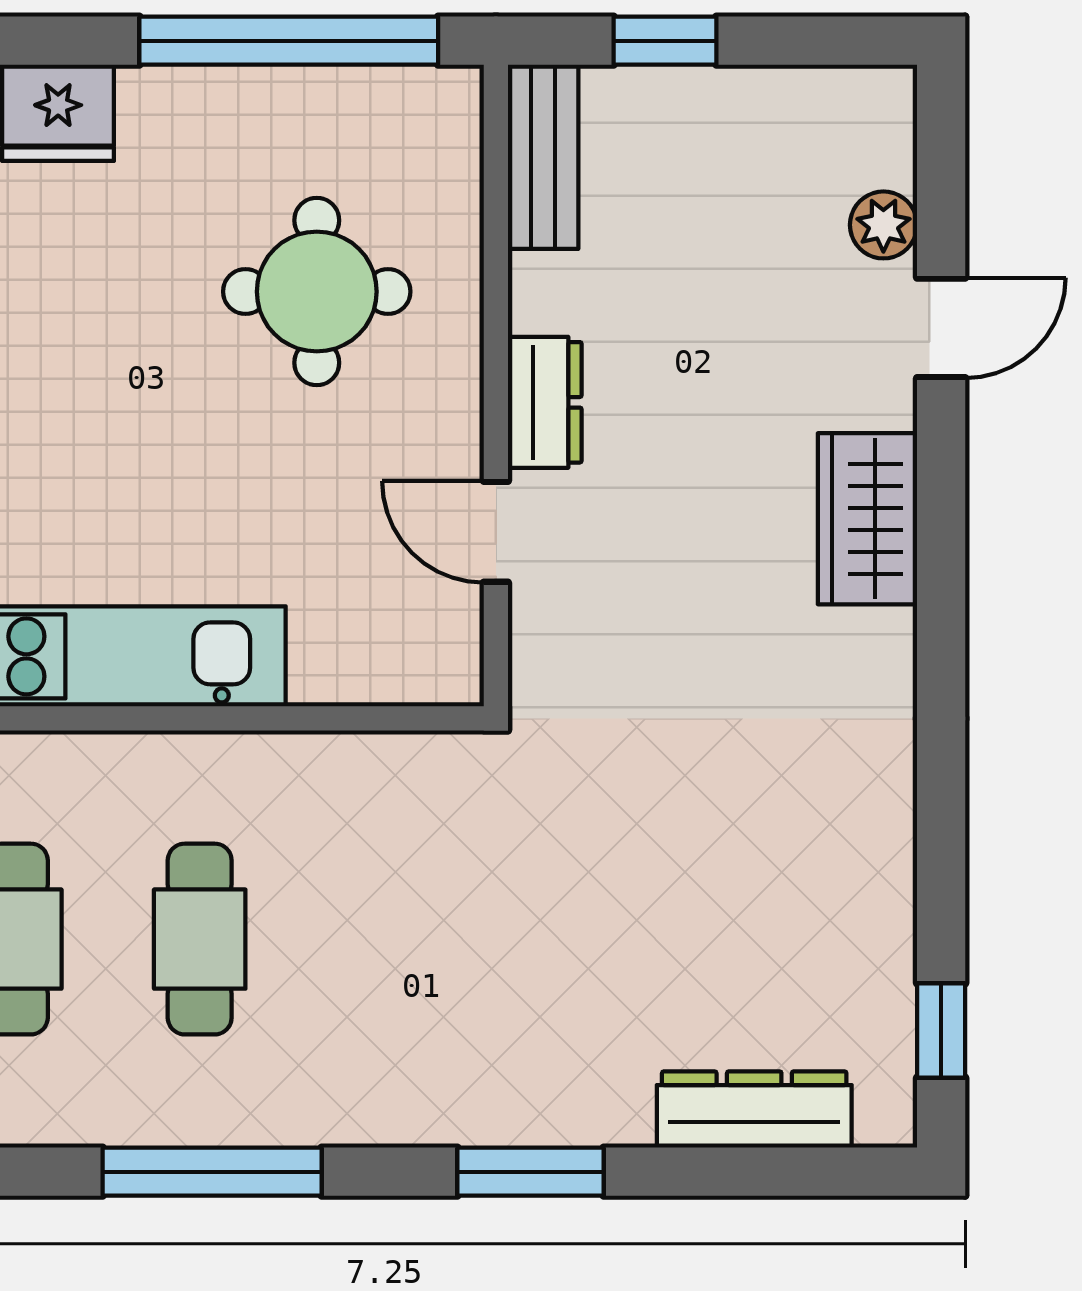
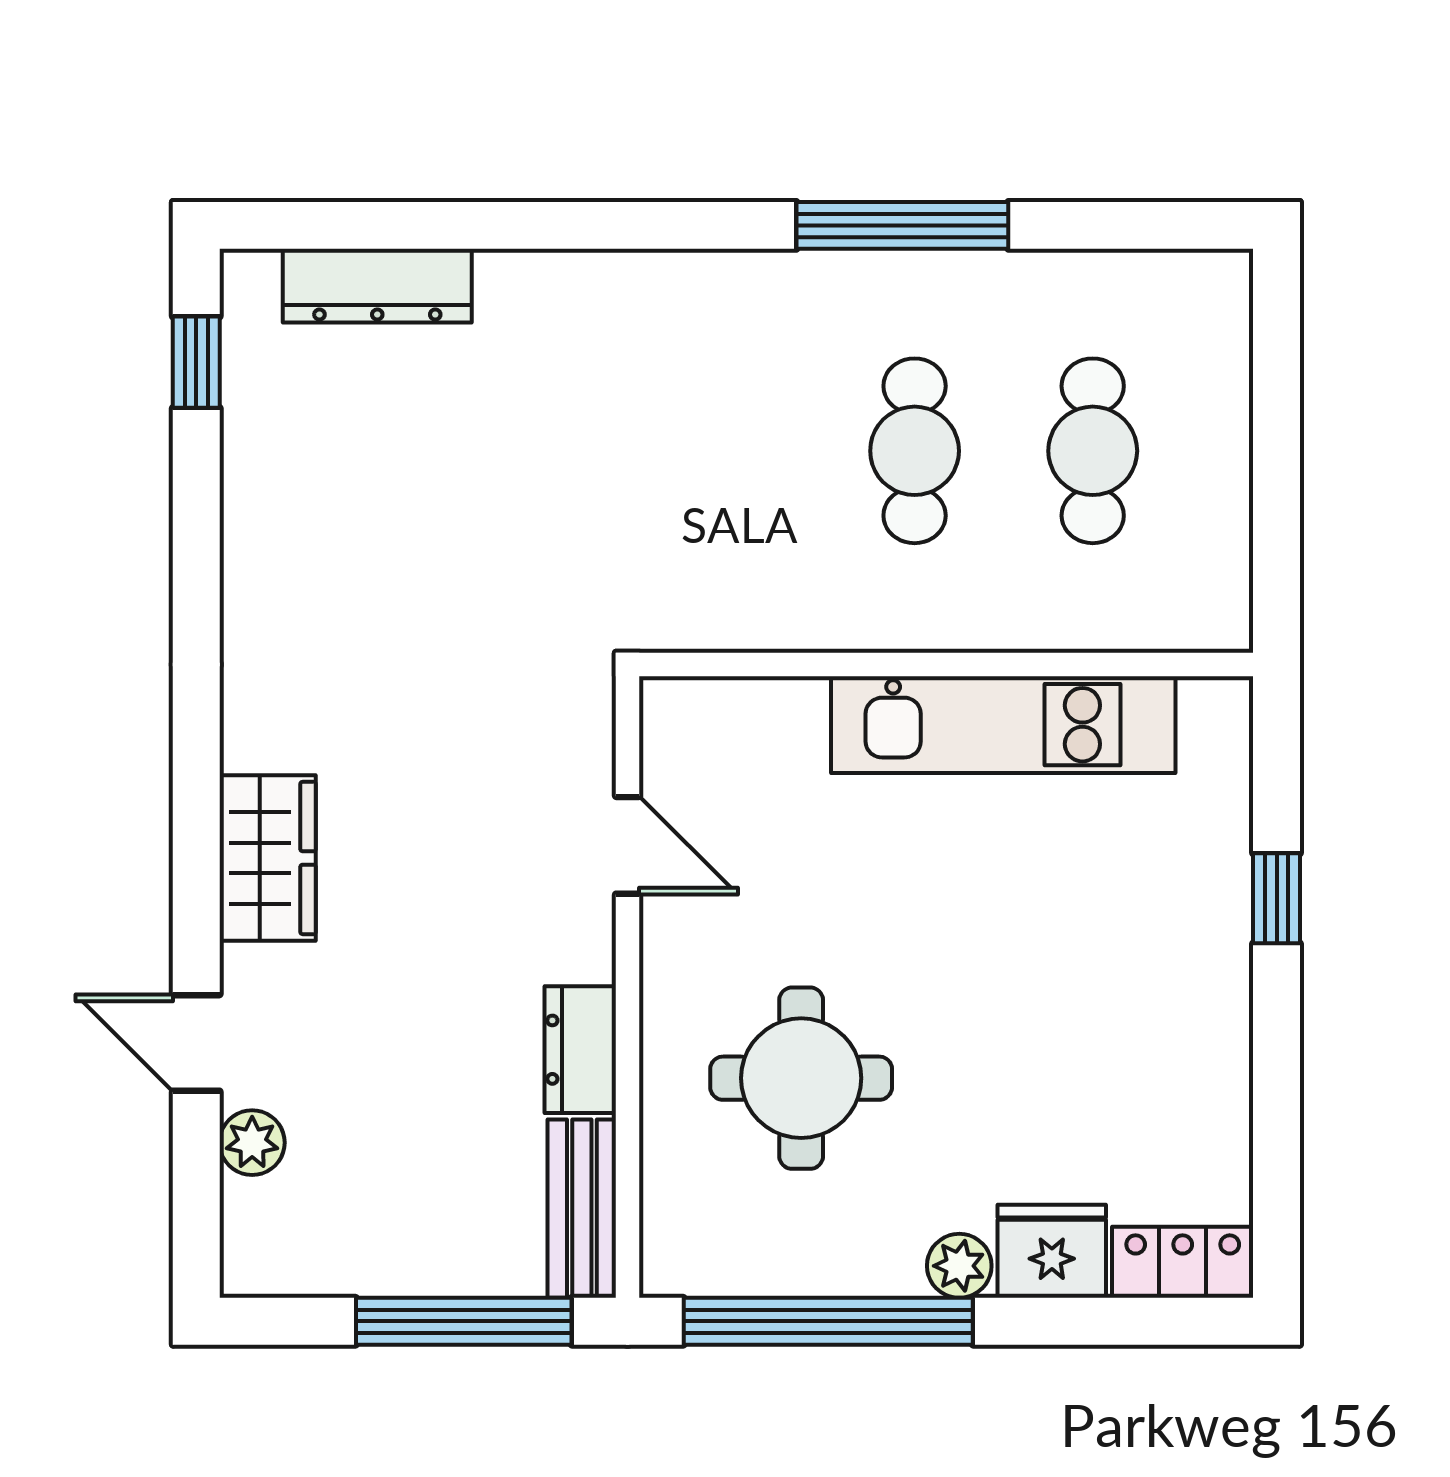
window: (665, 41) -> (464, 1321), width x2.17
plant: (154, 98) -> (959, 1266), added
door: (941, 328) -> (196, 1043), hinge flipped
dresser: (545, 402) -> (580, 1050), moved
window: (531, 1172) -> (594, 225), removed

